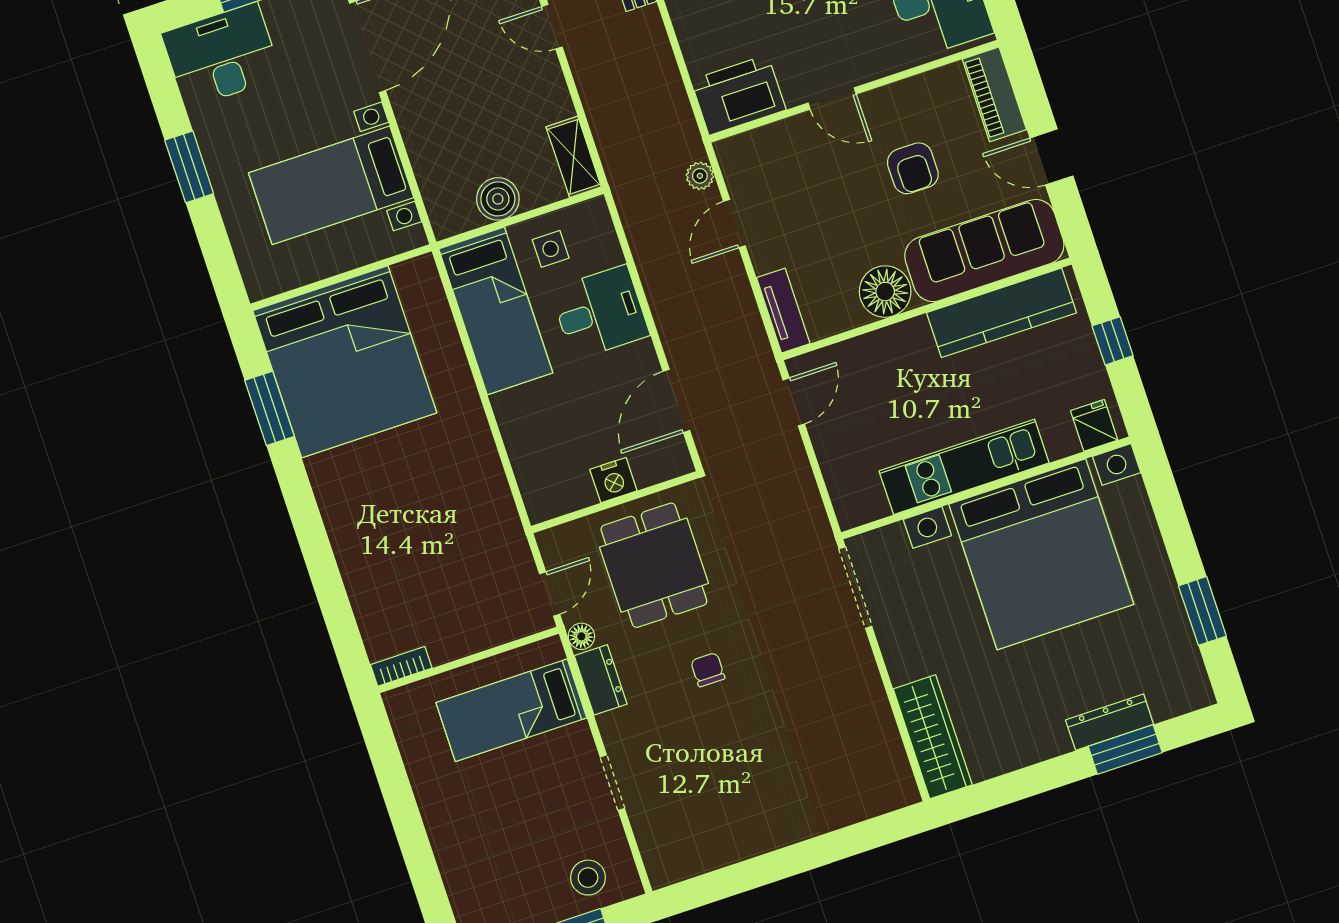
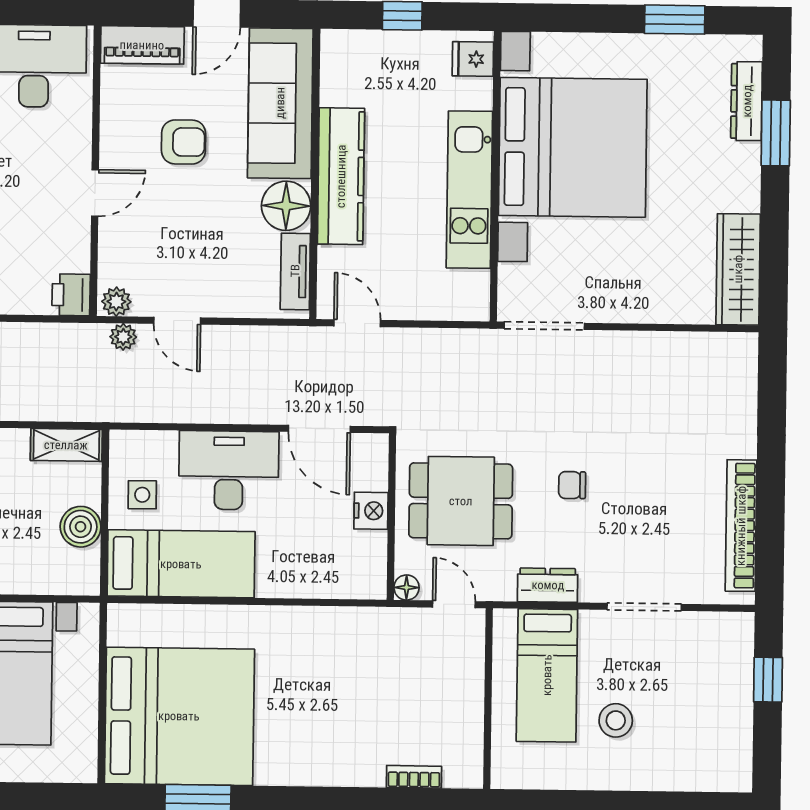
printer: (738, 95) -> (71, 295), width x0.53, depth x0.68
plant: (732, 157) -> (116, 302), added
tv unit: (783, 311) -> (295, 271), moved, turned -90
desk: (600, 312) -> (229, 470), width x1.37
kitchen counter: (1002, 313) -> (341, 176), moved
floor lamp: (581, 636) -> (407, 587), moved
bookcase: (401, 666) -> (414, 777), moved, turned 90
dresser: (1110, 722) -> (747, 101), moved
wardrobe: (933, 737) -> (738, 269), moved, turned -90
doorway: (612, 783) -> (644, 607), width x1.38
bookcase: (726, 850) -> (741, 526), added
stool: (588, 878) -> (616, 720), moved

